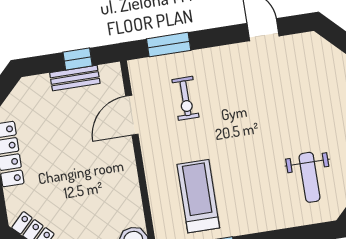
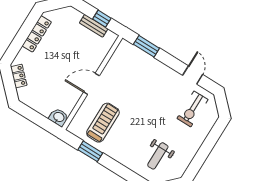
exercise bike: (186, 98) -> (192, 109), moved, width x1.38, depth x1.39
door: (132, 115) -> (91, 84), moved

